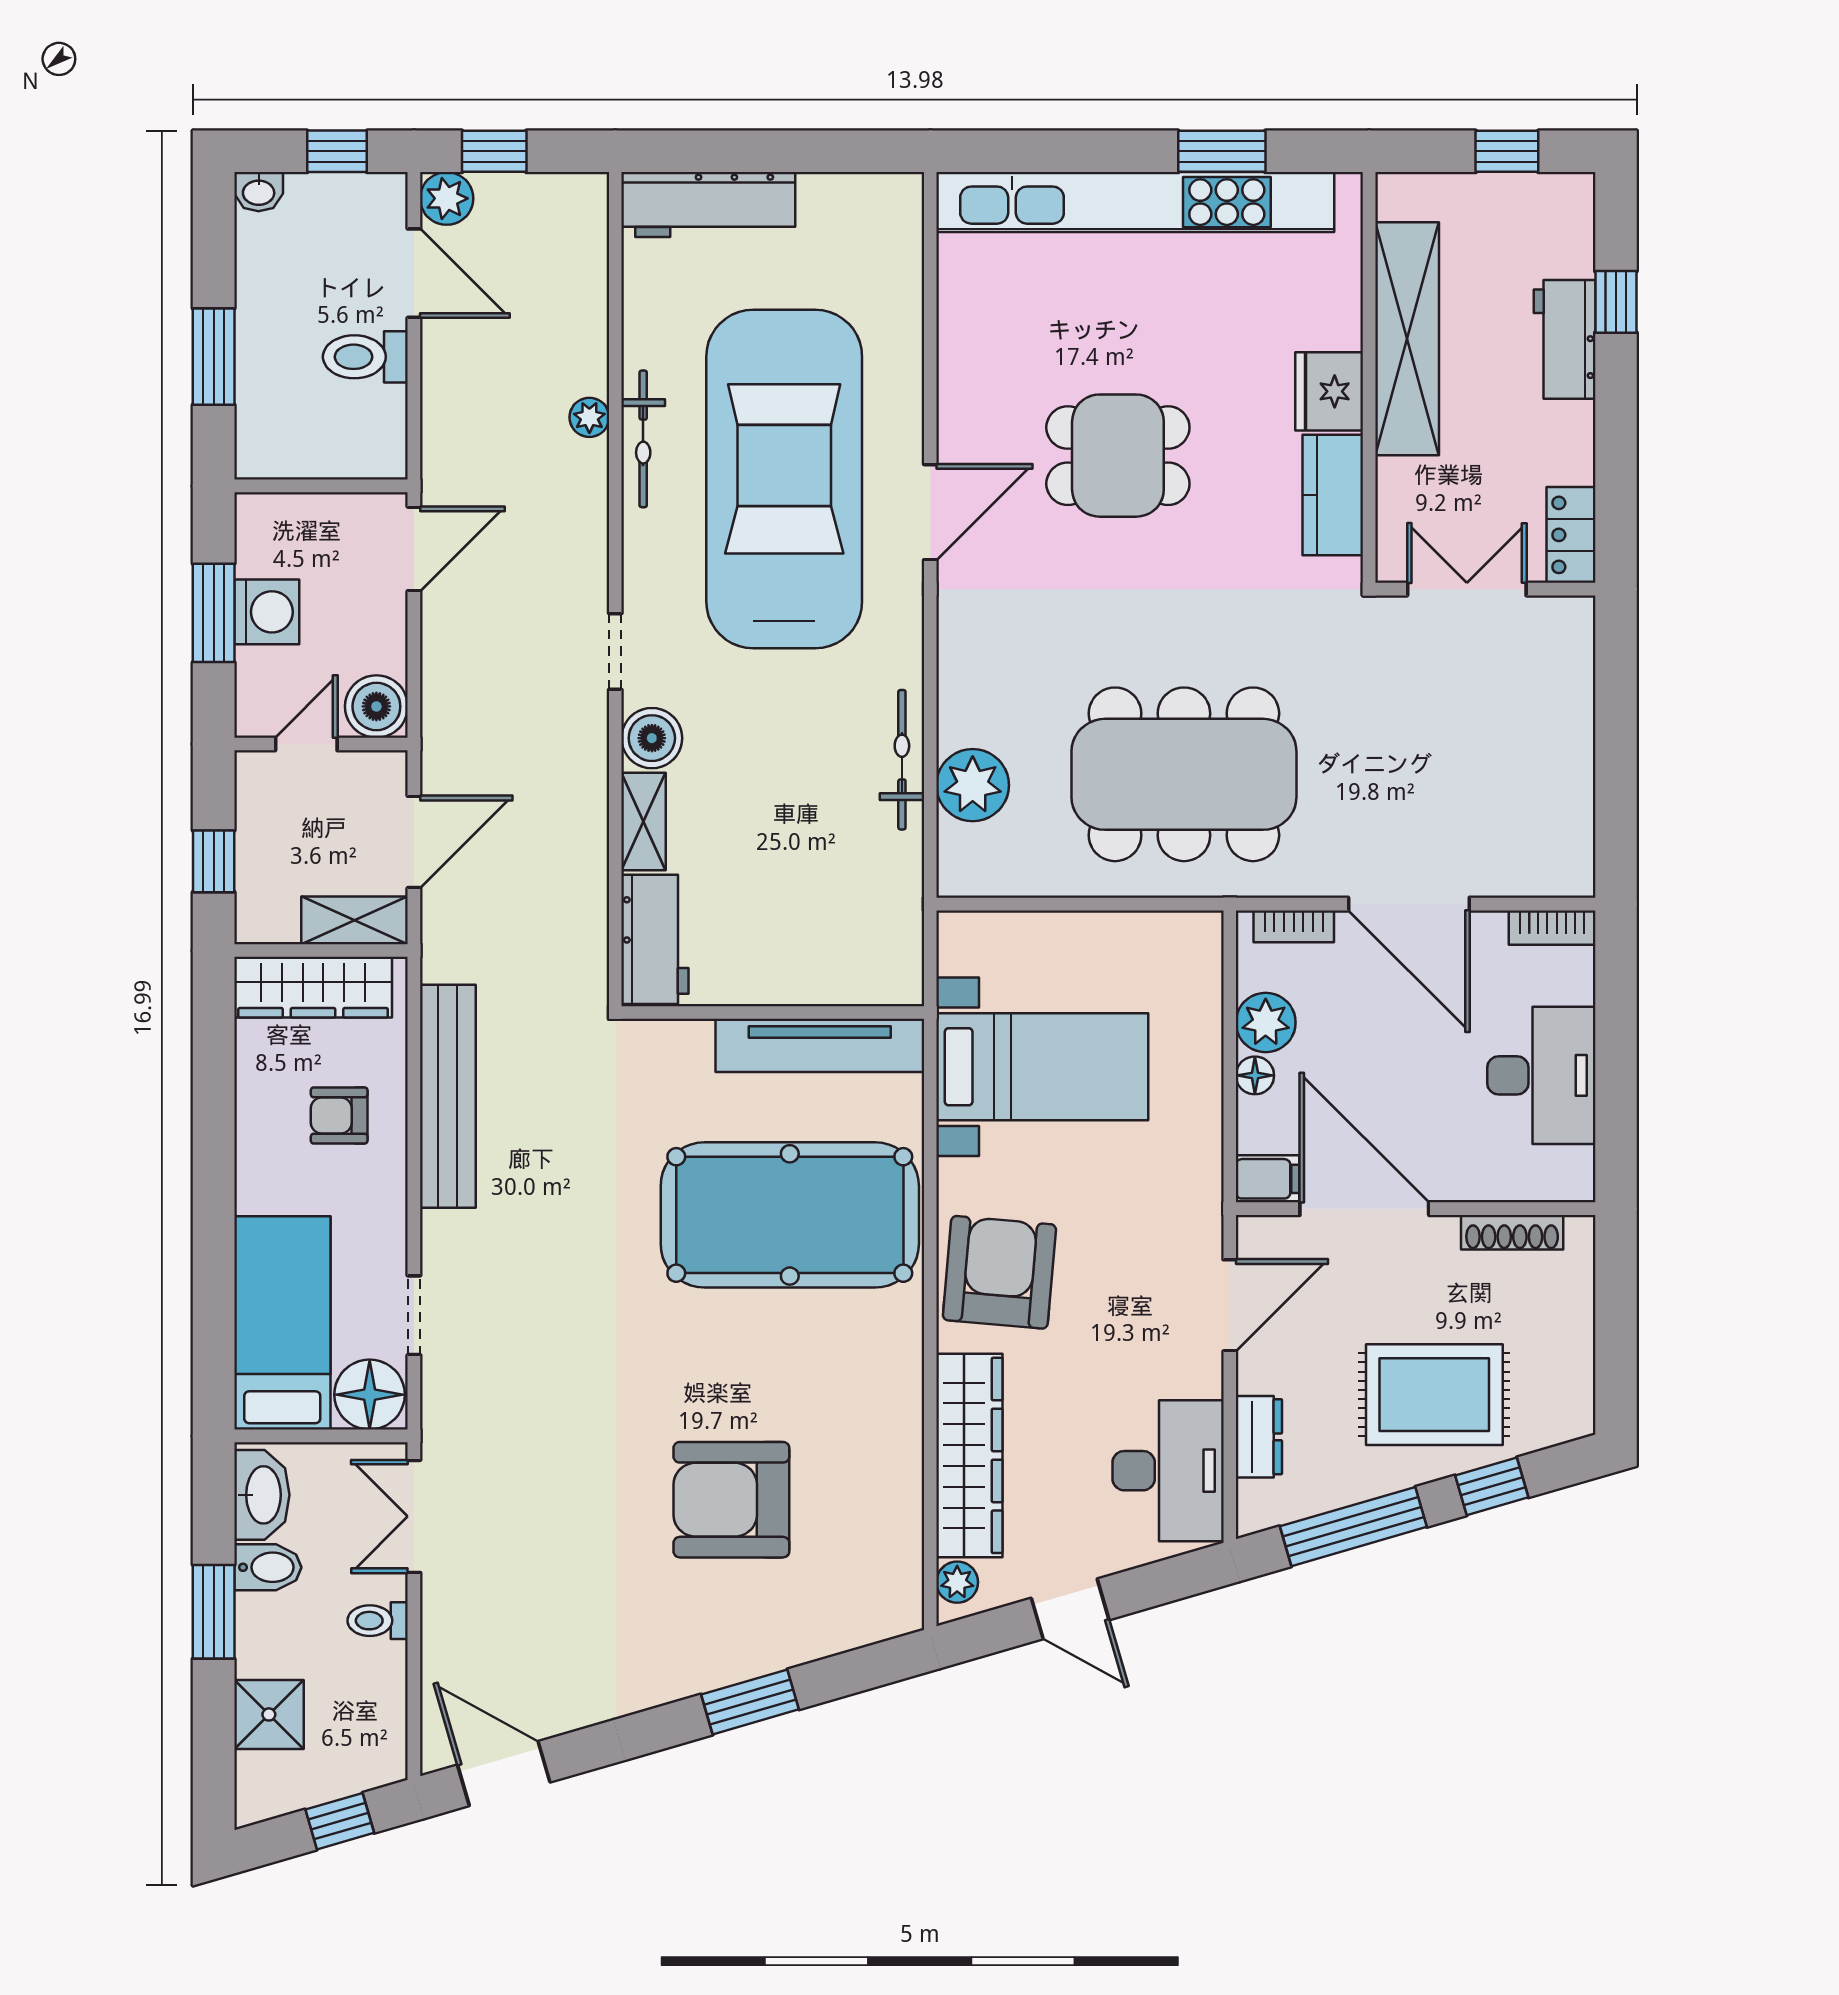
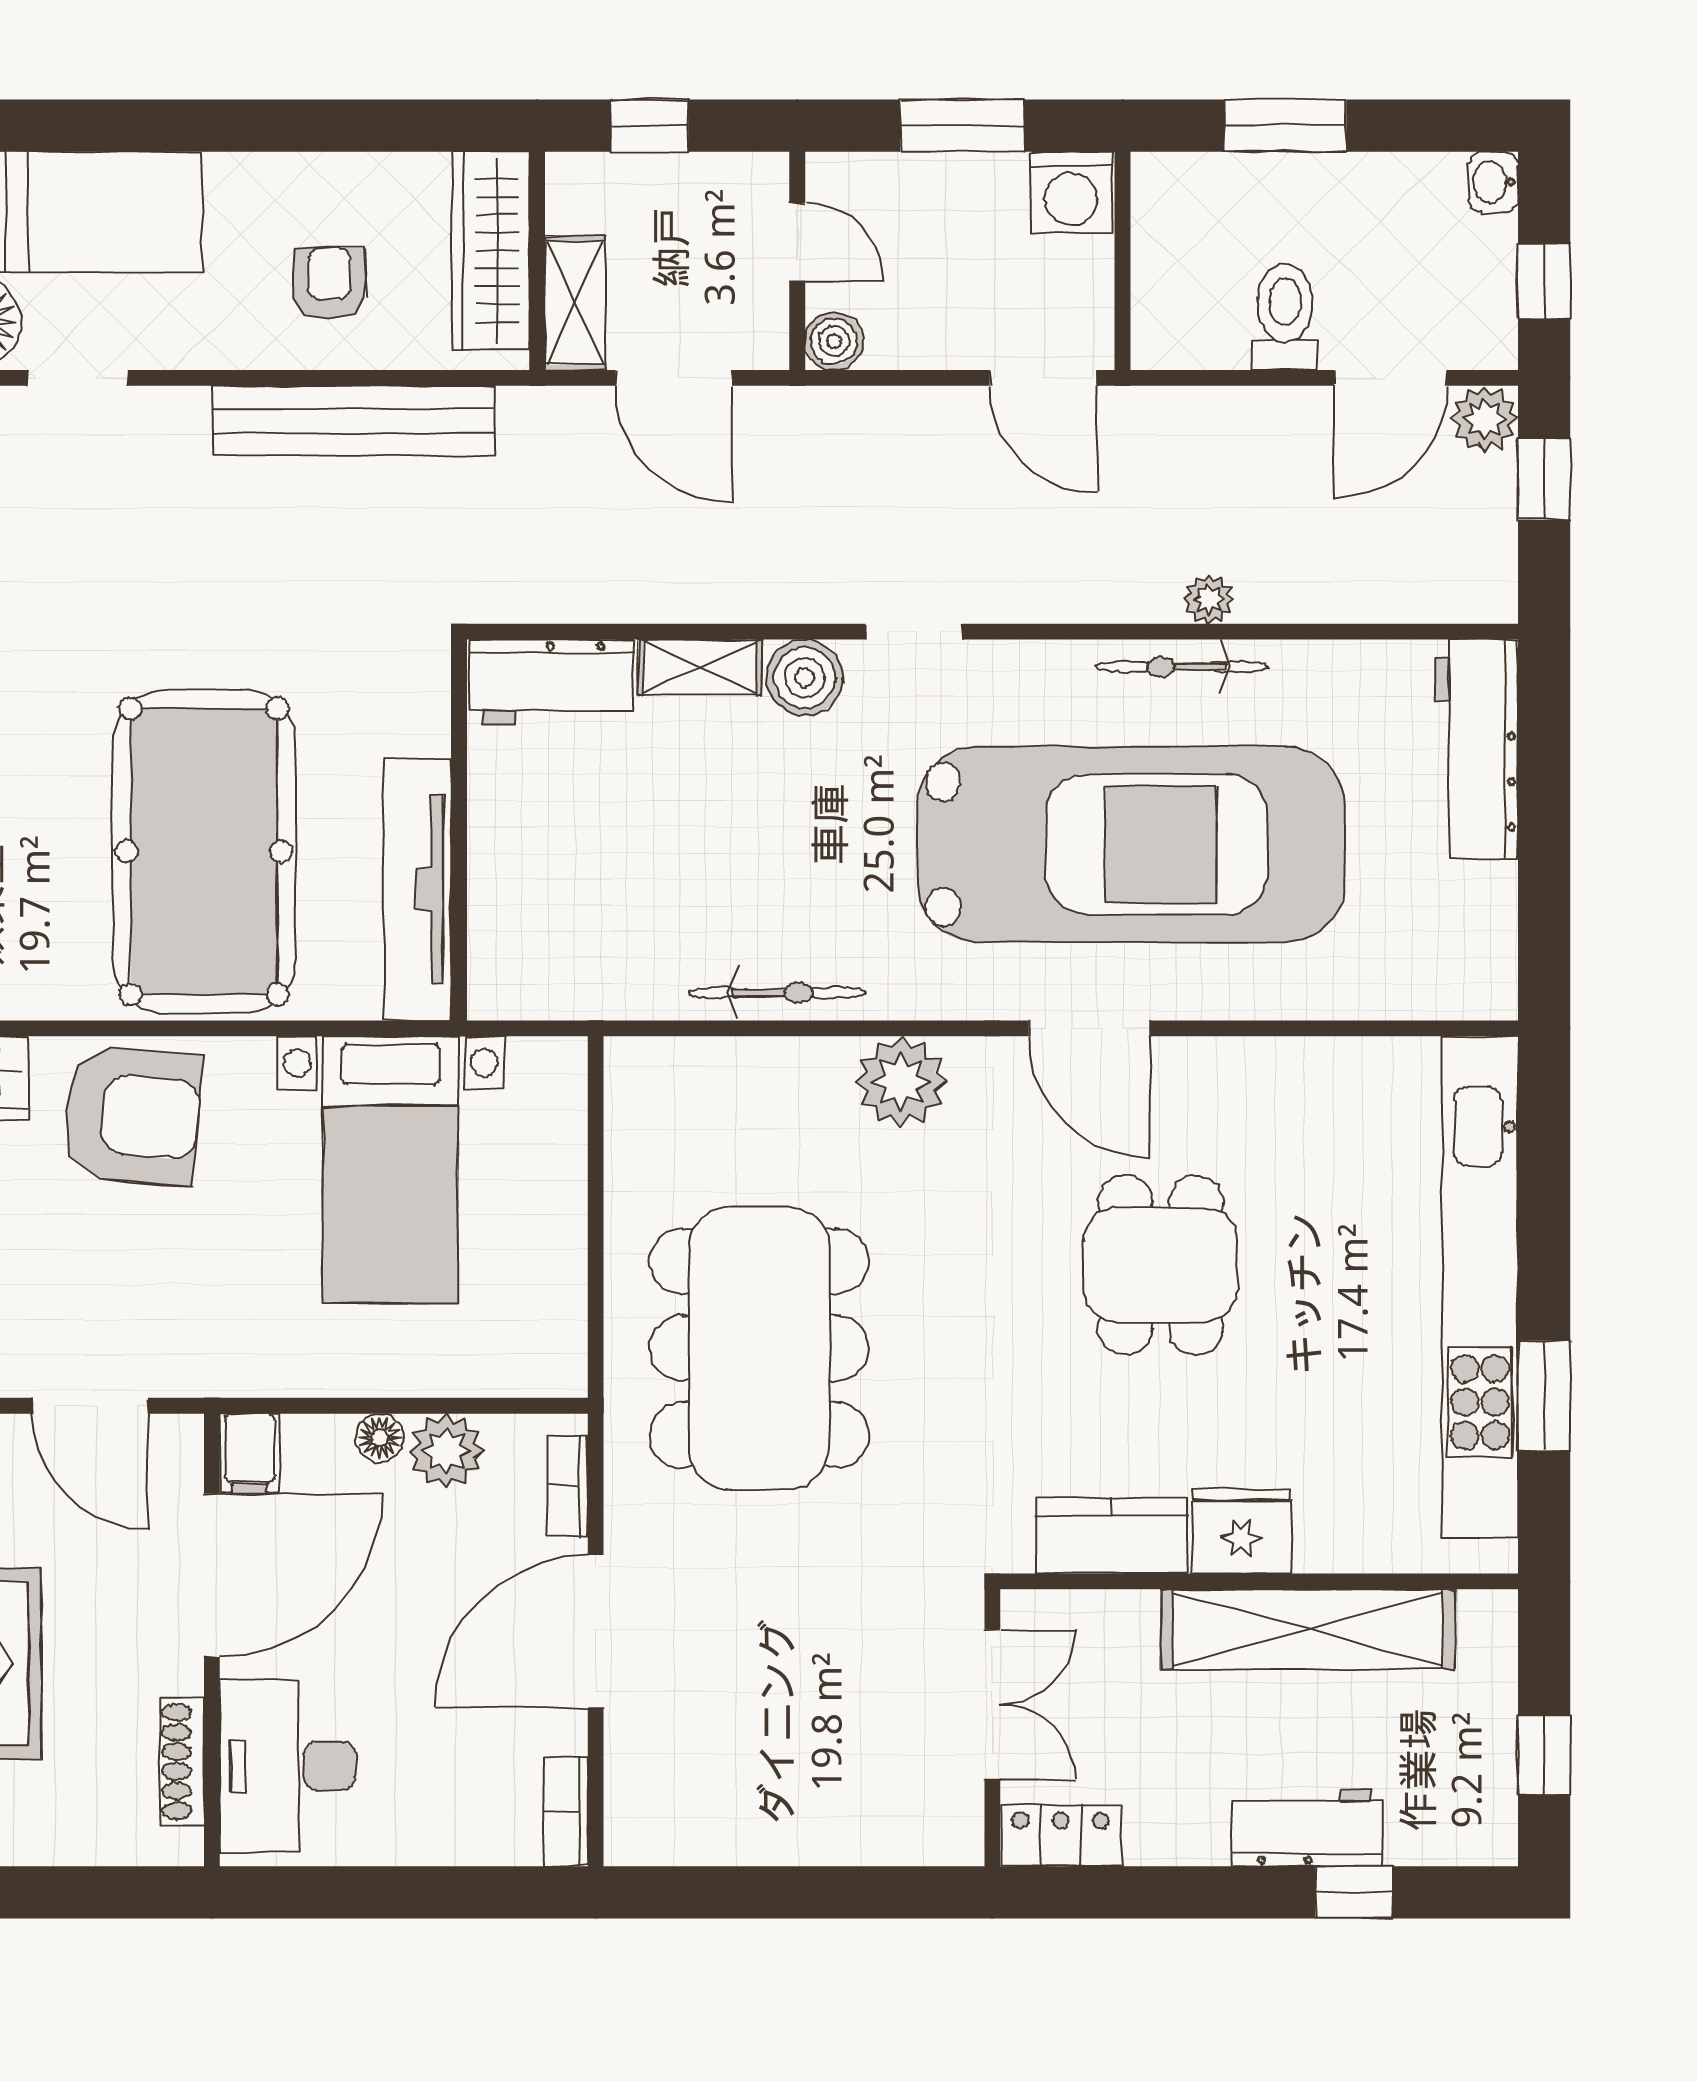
washing machine: (267, 612) -> (1071, 192), moved
boiler: (376, 706) -> (834, 341), width x0.73, depth x0.73
plant: (973, 785) -> (901, 1082), moved
desk: (1541, 1075) -> (288, 1766), moved, turned 90

